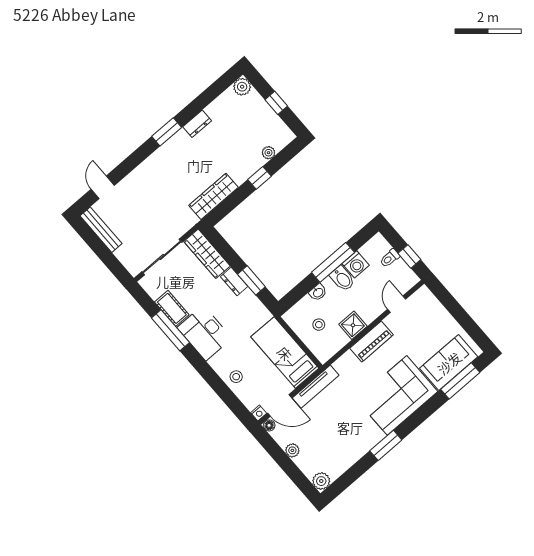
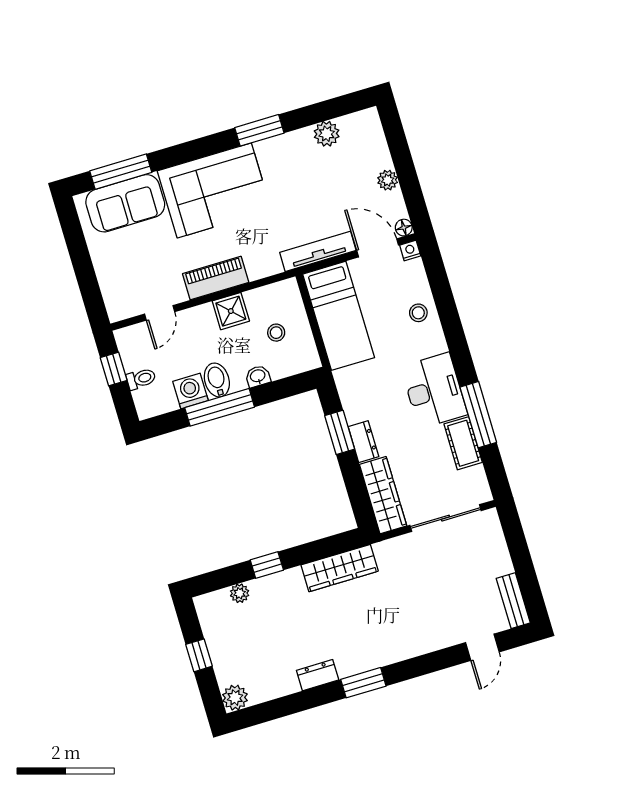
bench: (101, 230) -> (513, 601), width x0.73
plant: (321, 481) -> (327, 134), moved

